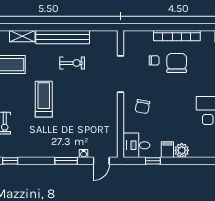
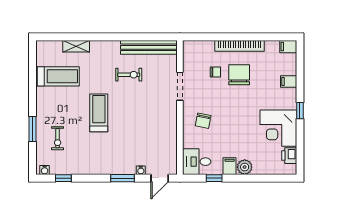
bench: (63, 37) -> (149, 47), moved
doorway: (121, 74) -> (180, 86), width x0.73

